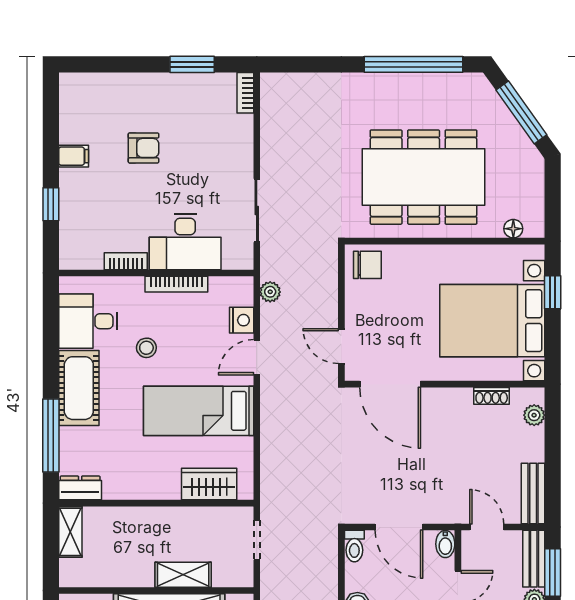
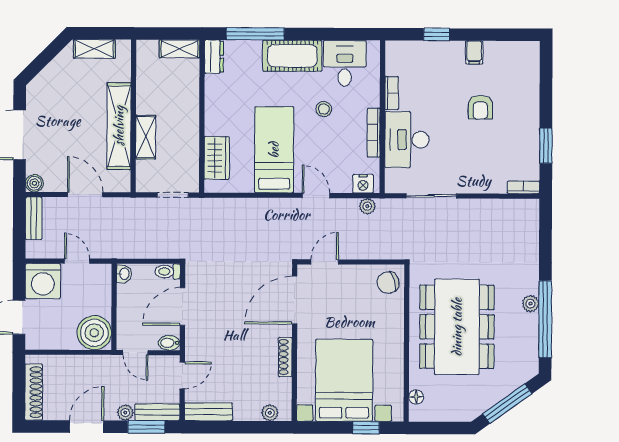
plant: (394, 83) -> (531, 304), added
chair: (367, 265) -> (388, 283), turned 73
nightstand: (242, 320) -> (363, 184), moved
shoe rack: (492, 396) -> (285, 357), moved, width x1.43

